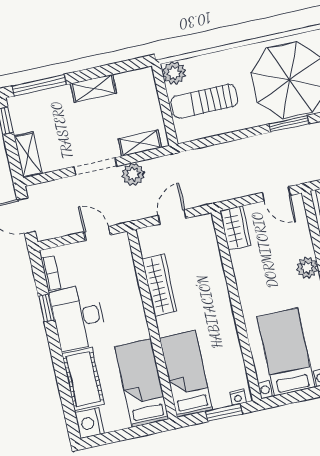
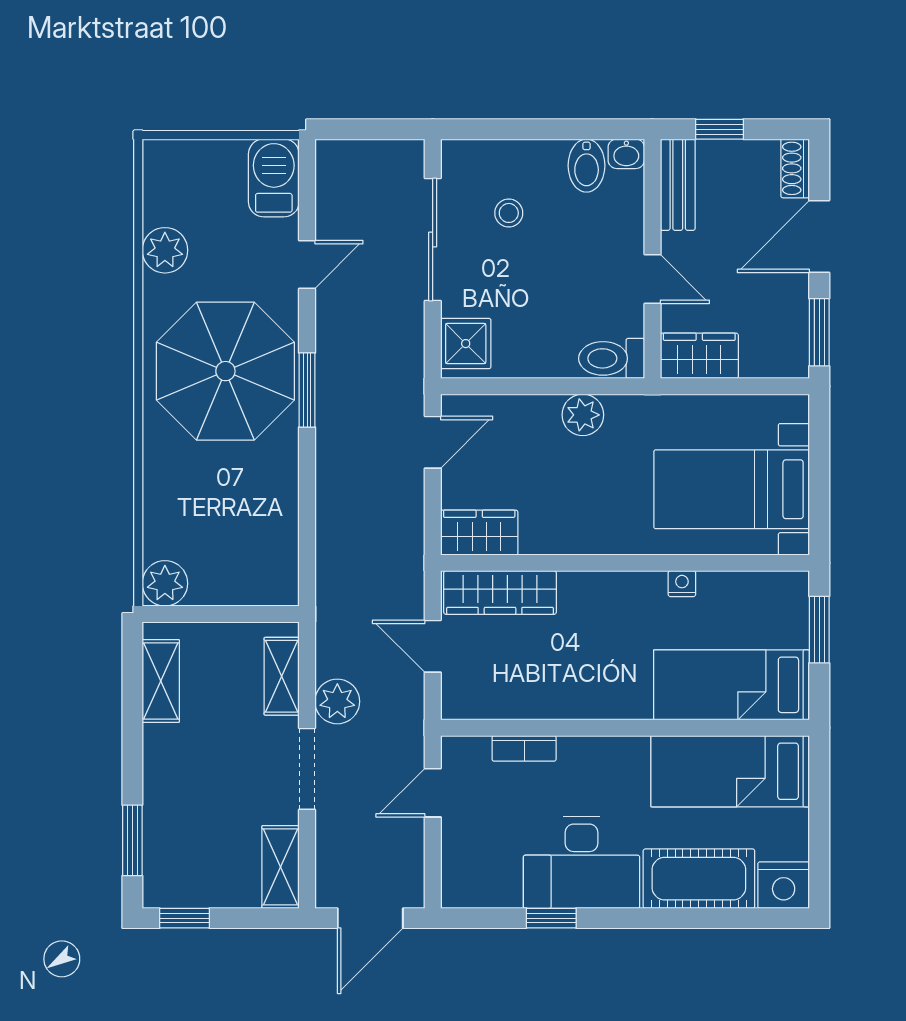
window: (39, 85) -> (132, 840), width x0.69
shelving: (93, 88) -> (161, 681), moved
sun lounger: (204, 101) -> (230, 539), removed
shelving: (28, 155) -> (281, 867), moved, turned 90
bookcase: (51, 273) -> (524, 748), moved, turned 180
wardrobe: (159, 285) -> (500, 592), moved, turned 180
nightstand: (238, 397) -> (682, 584), moved, turned -90

